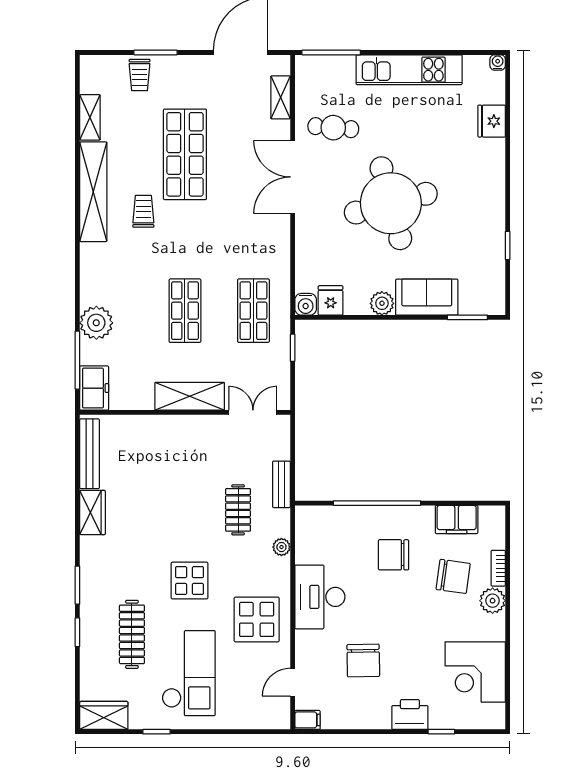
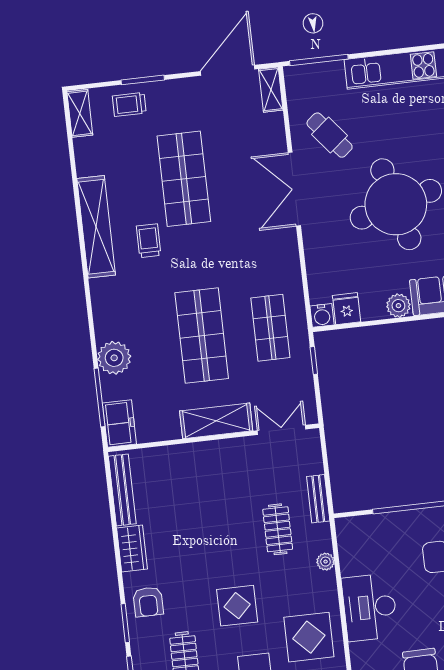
trolley: (140, 75) -> (129, 104), turned 90
shelving: (281, 97) -> (271, 90), moved
shelving: (90, 117) -> (80, 113), moved
cafe table: (333, 128) -> (330, 135), turned 46
shop shelf: (185, 311) -> (202, 336), width x1.43, depth x1.36
armchair: (102, 567) -> (148, 602), added

